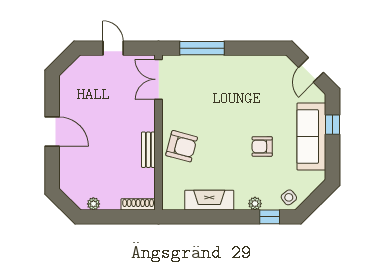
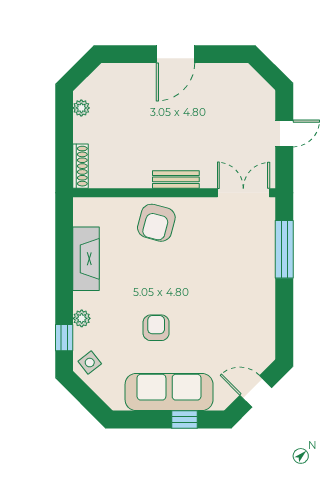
bench: (148, 150) -> (176, 179), moved

